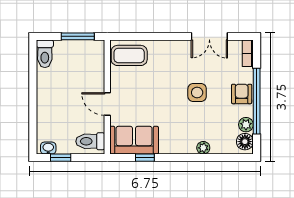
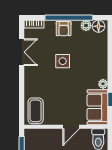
armchair: (242, 94) -> (64, 29), turned -90
plant: (203, 148) -> (103, 84), moved

